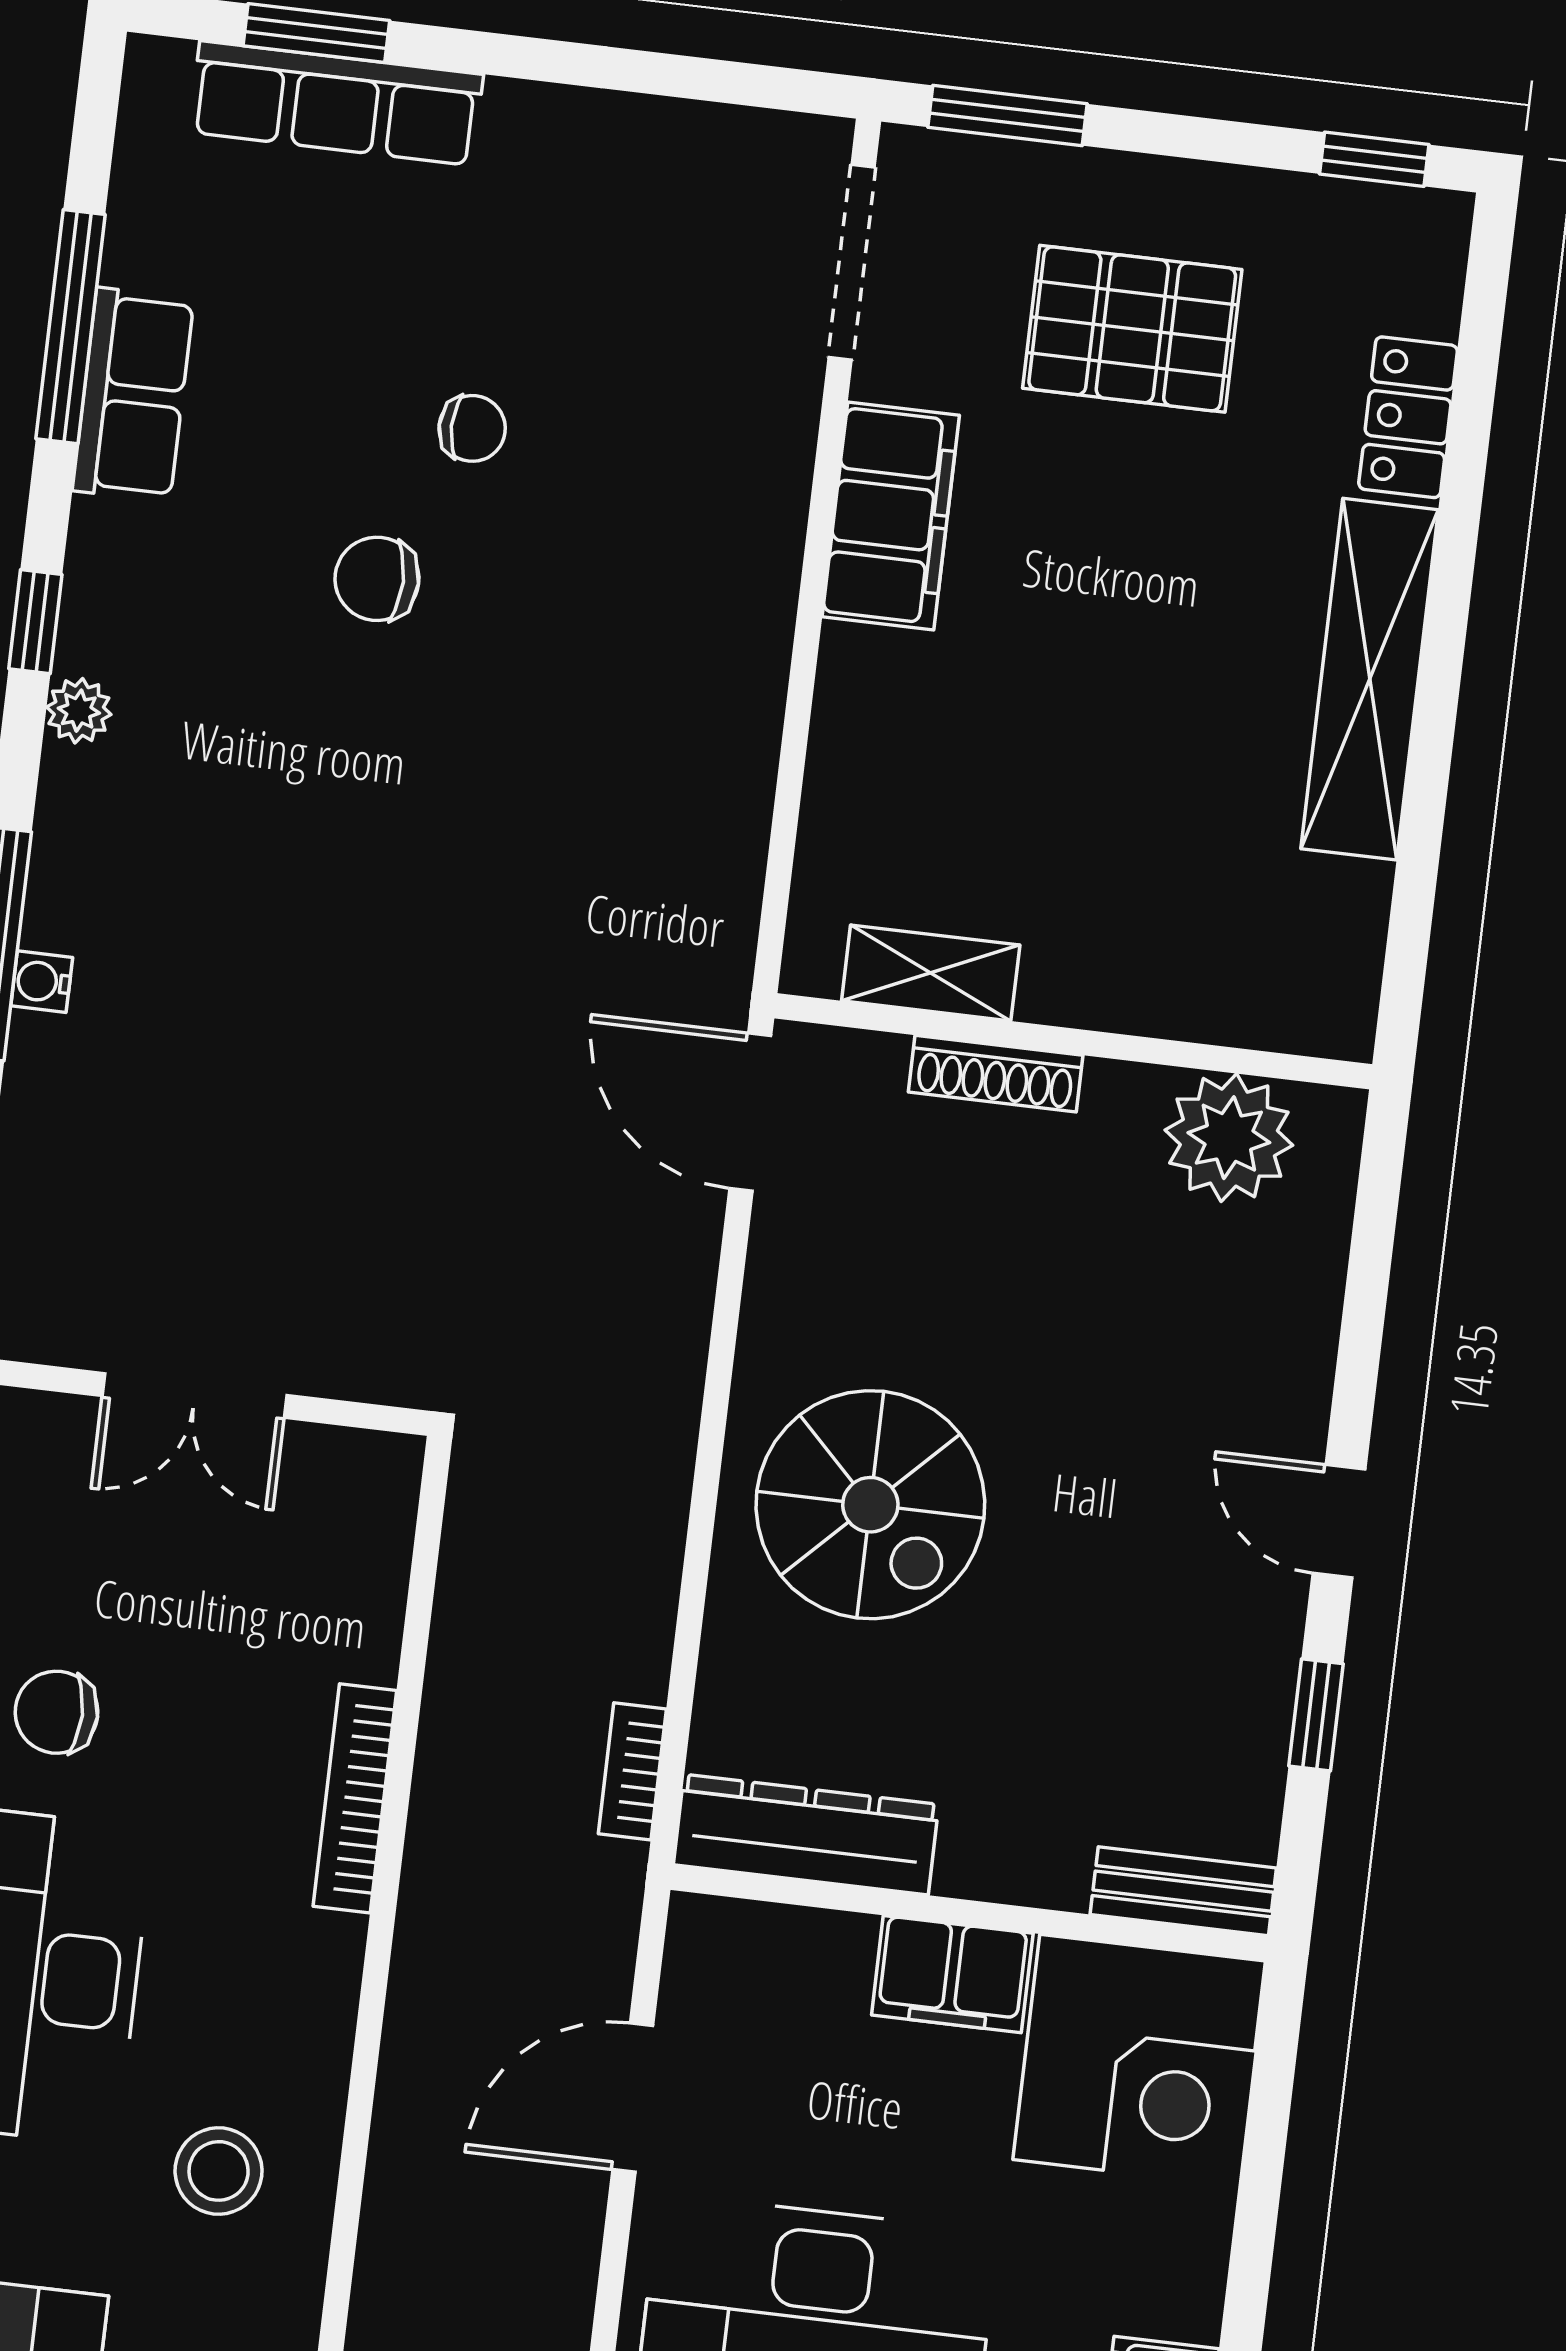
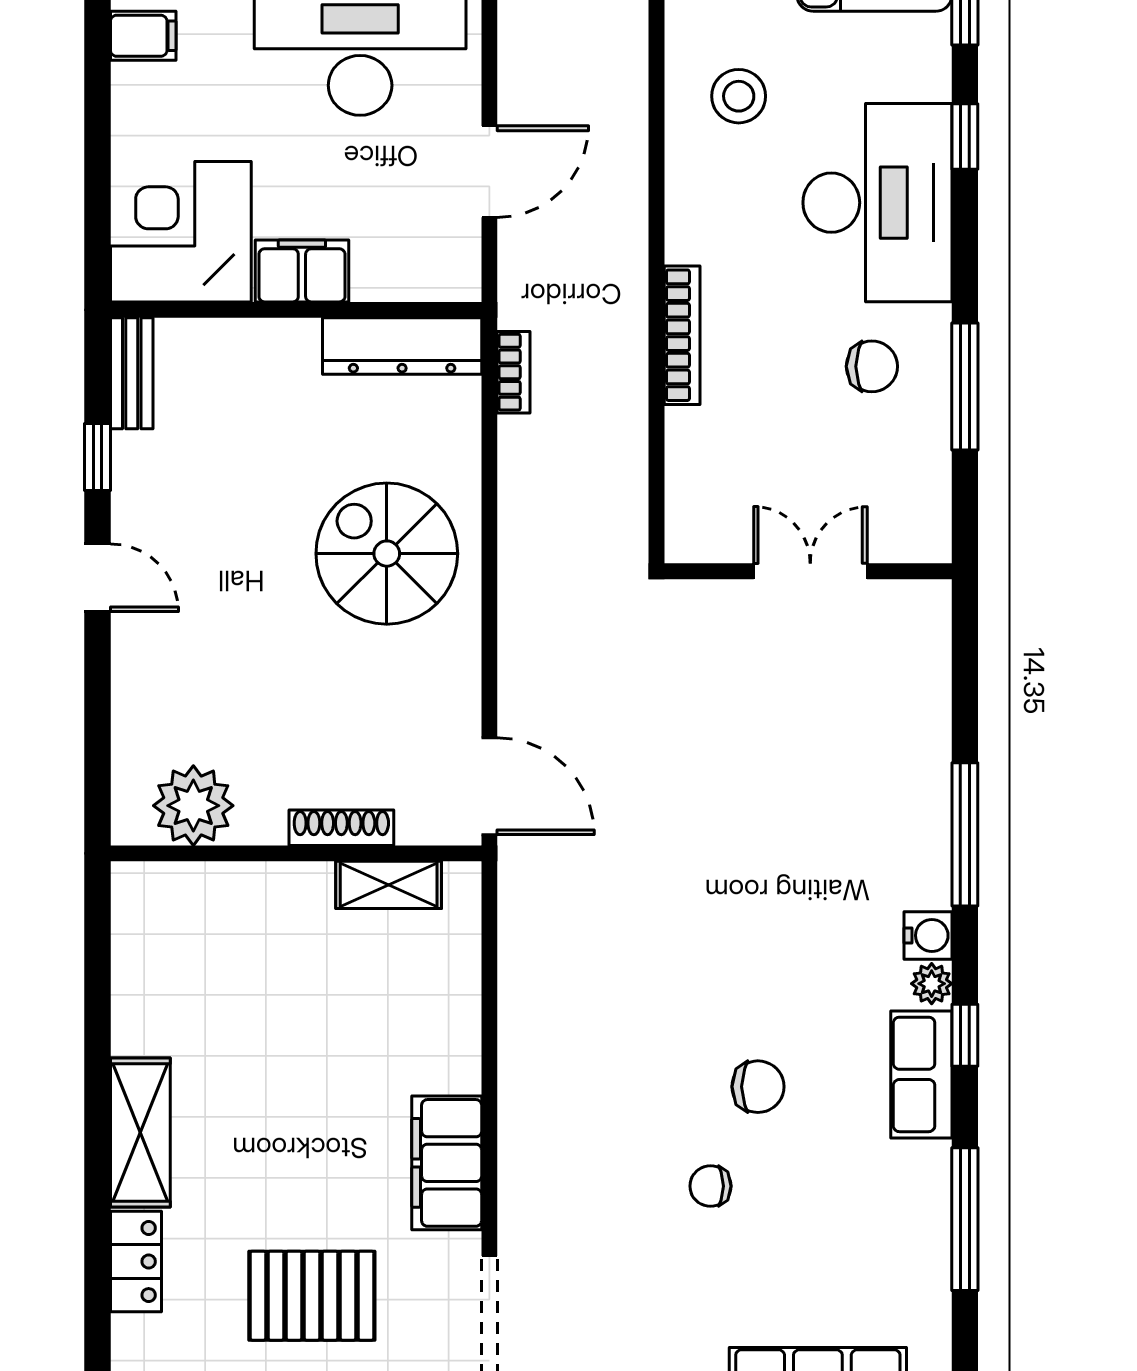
row of seats: (133, 395) -> (921, 1074), moved
shelving: (1370, 679) -> (140, 1132), width x0.68
water cooler: (42, 982) -> (928, 935), moved, width x1.38, depth x1.38
bench: (1183, 1891) -> (132, 373), moved, turned 90

